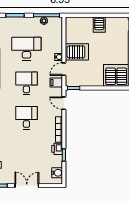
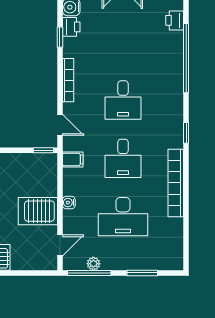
door: (64, 69) -> (60, 245), moved
printer: (57, 149) -> (71, 27), moved

